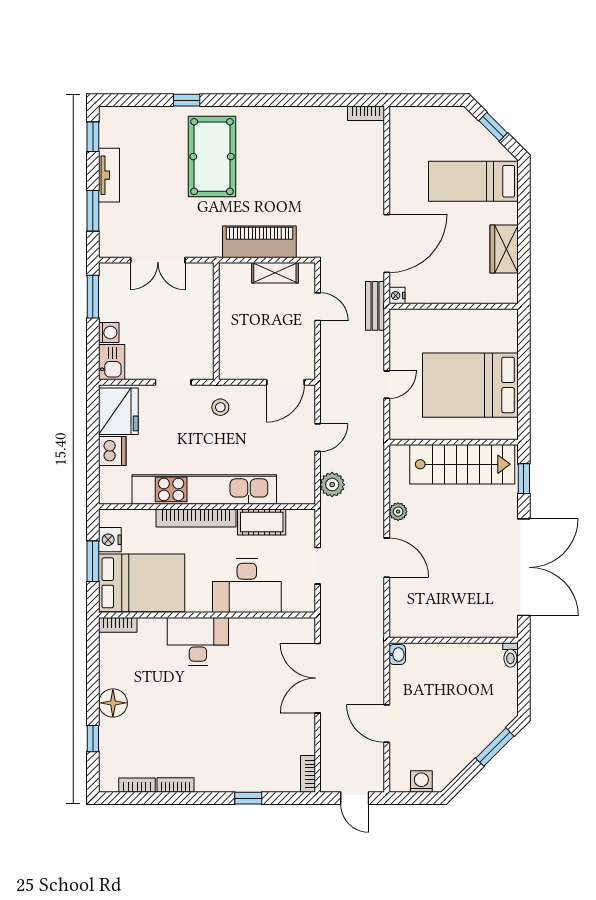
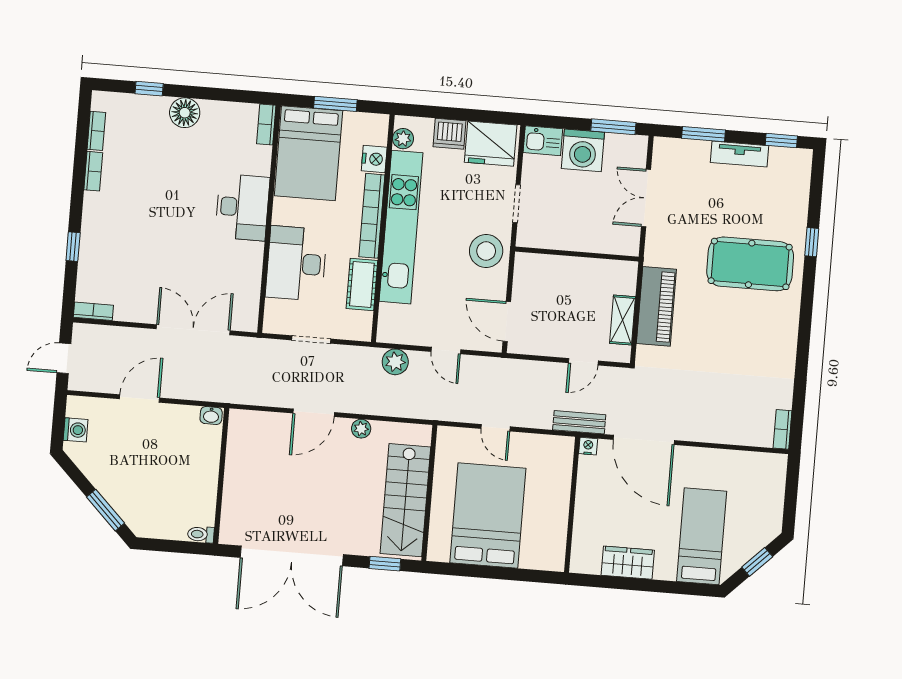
washing machine: (109, 333) -> (583, 150), width x1.89, depth x1.89
stool: (220, 407) -> (486, 251), width x1.89, depth x1.89
plant: (121, 495) -> (403, 139), added
nightstand: (110, 540) -> (374, 159), moved, turned 90

